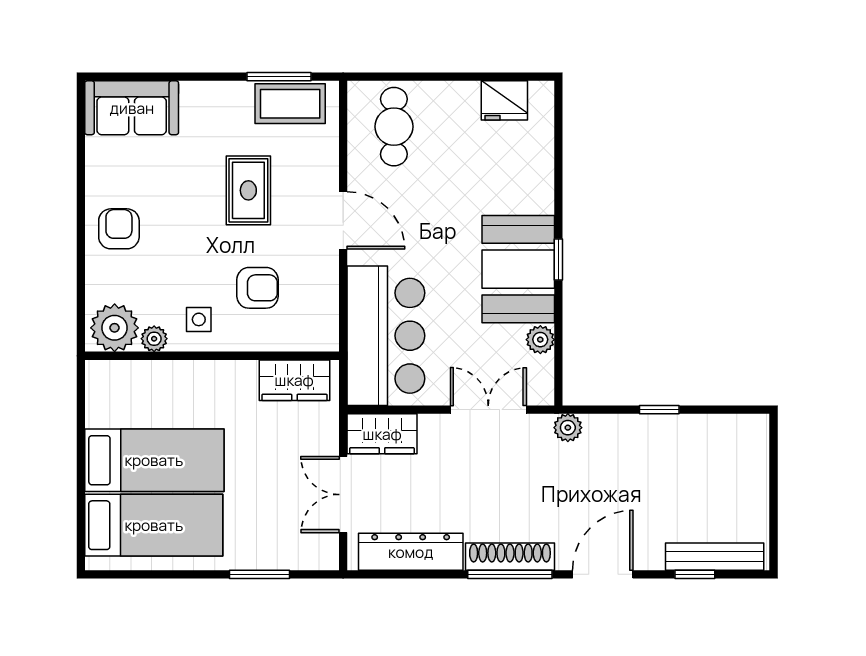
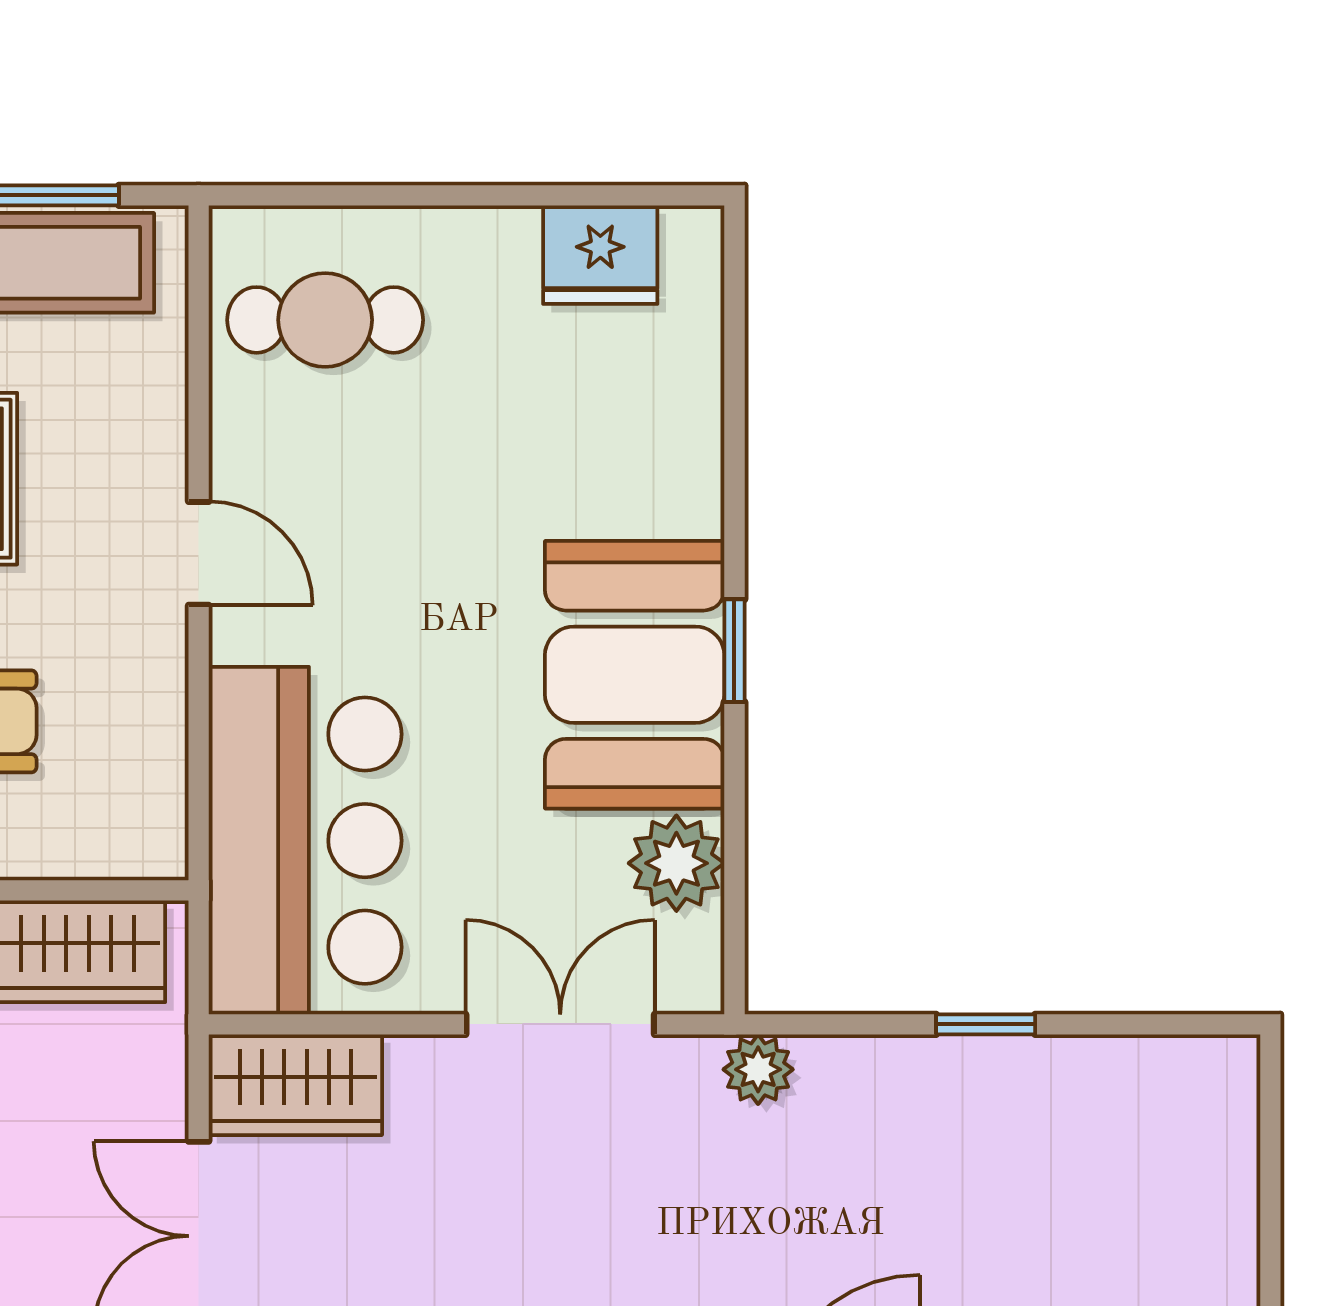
cafe table: (394, 127) -> (325, 320), turned 90
door: (343, 220) -> (199, 553), width x0.73
plant: (540, 340) -> (676, 863), width x1.38, depth x1.38

